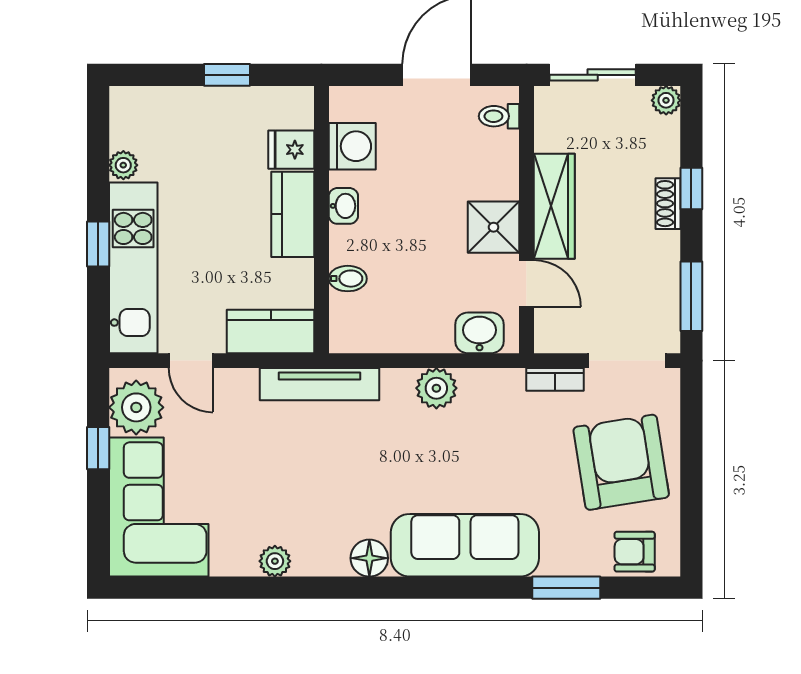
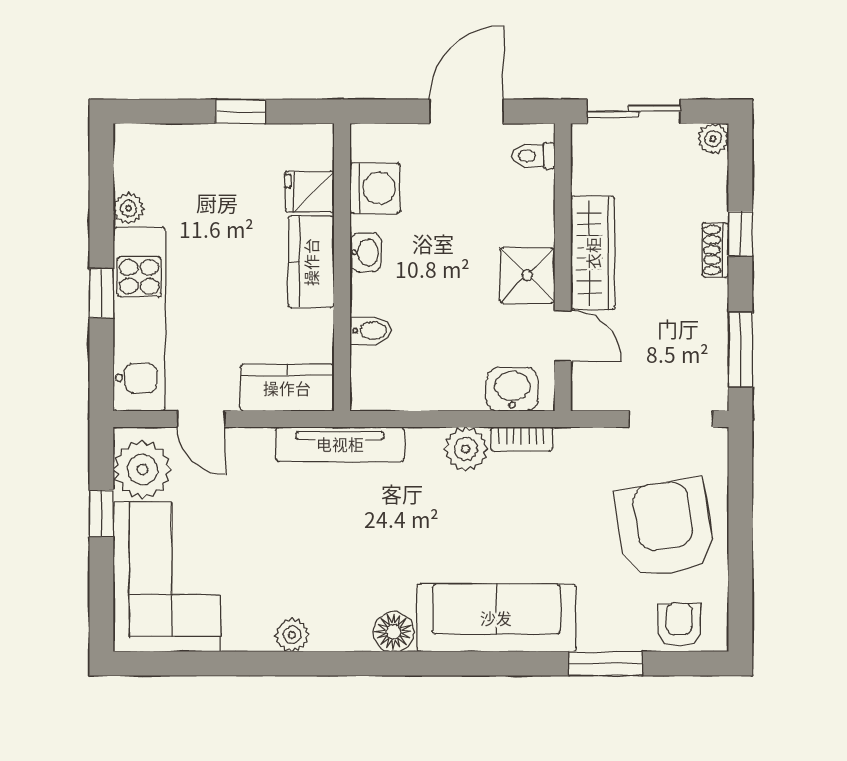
bookcase: (555, 379) -> (522, 439), moved
armchair: (635, 552) -> (679, 625), turned 90

